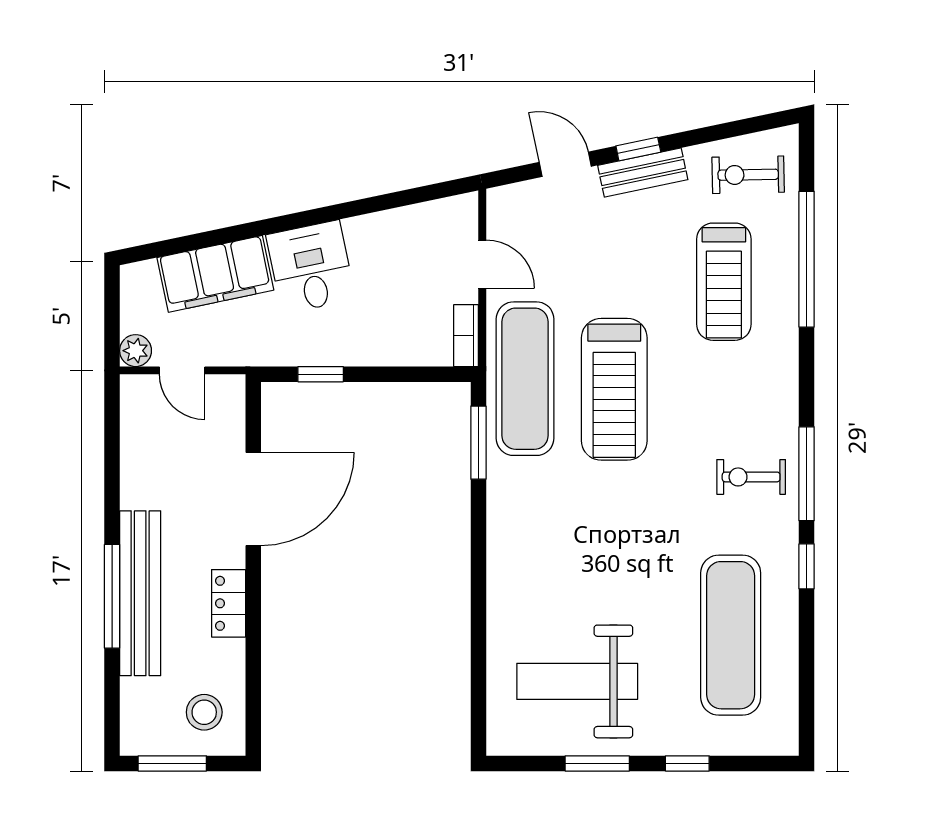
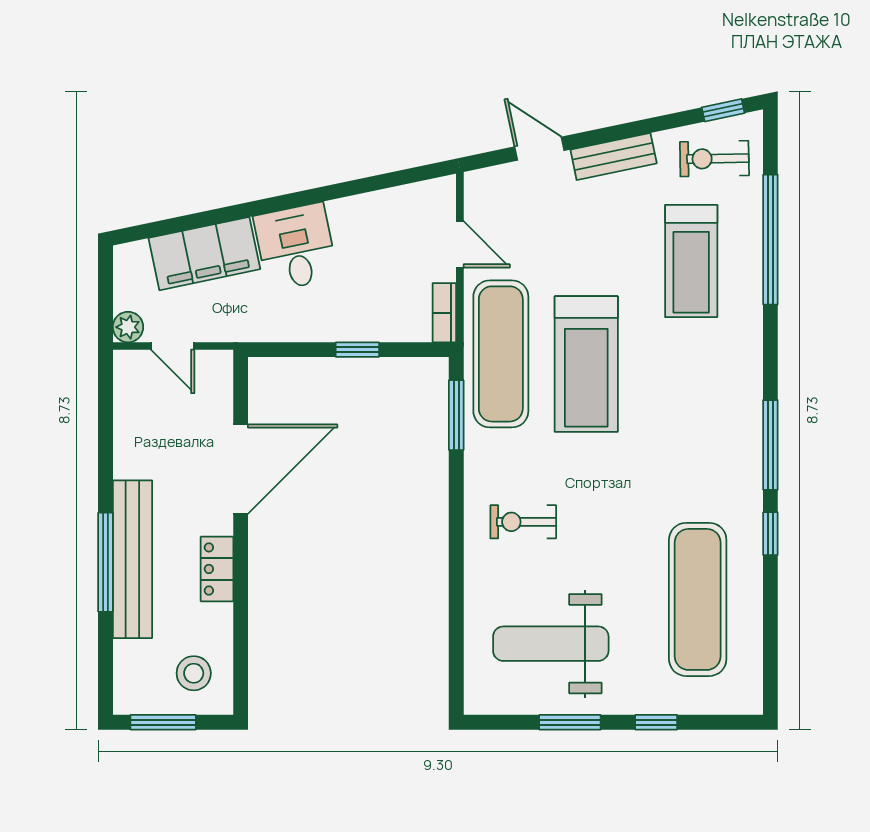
window: (638, 149) -> (723, 110), moved
window: (321, 374) -> (357, 350), moved
exercise bike: (751, 477) -> (523, 522), moved

